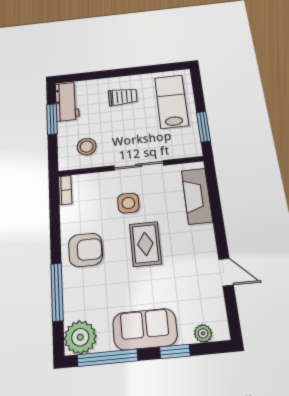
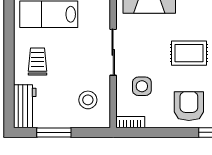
workbench: (67, 101) -> (25, 106), moved, turned 90
side table: (128, 203) -> (142, 86), moved

